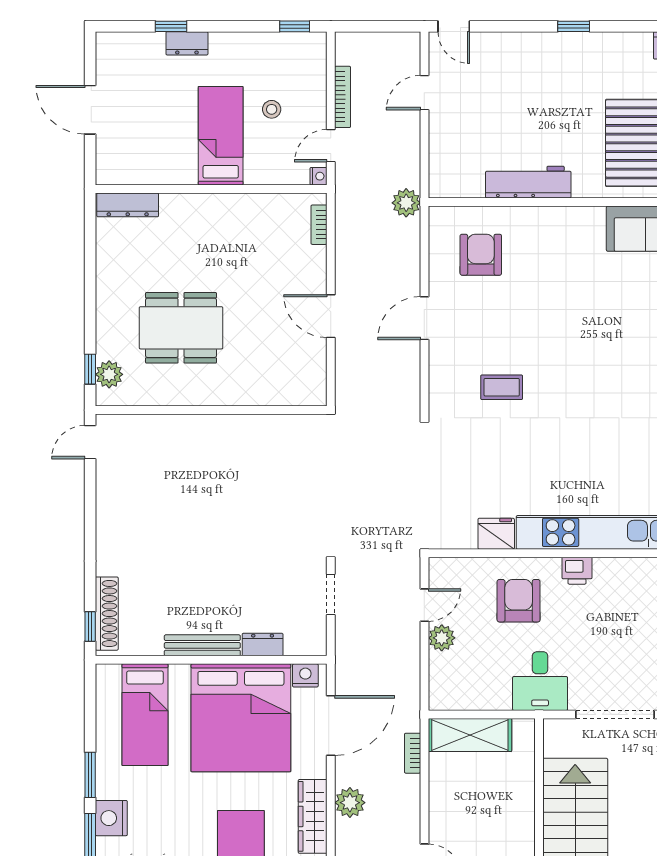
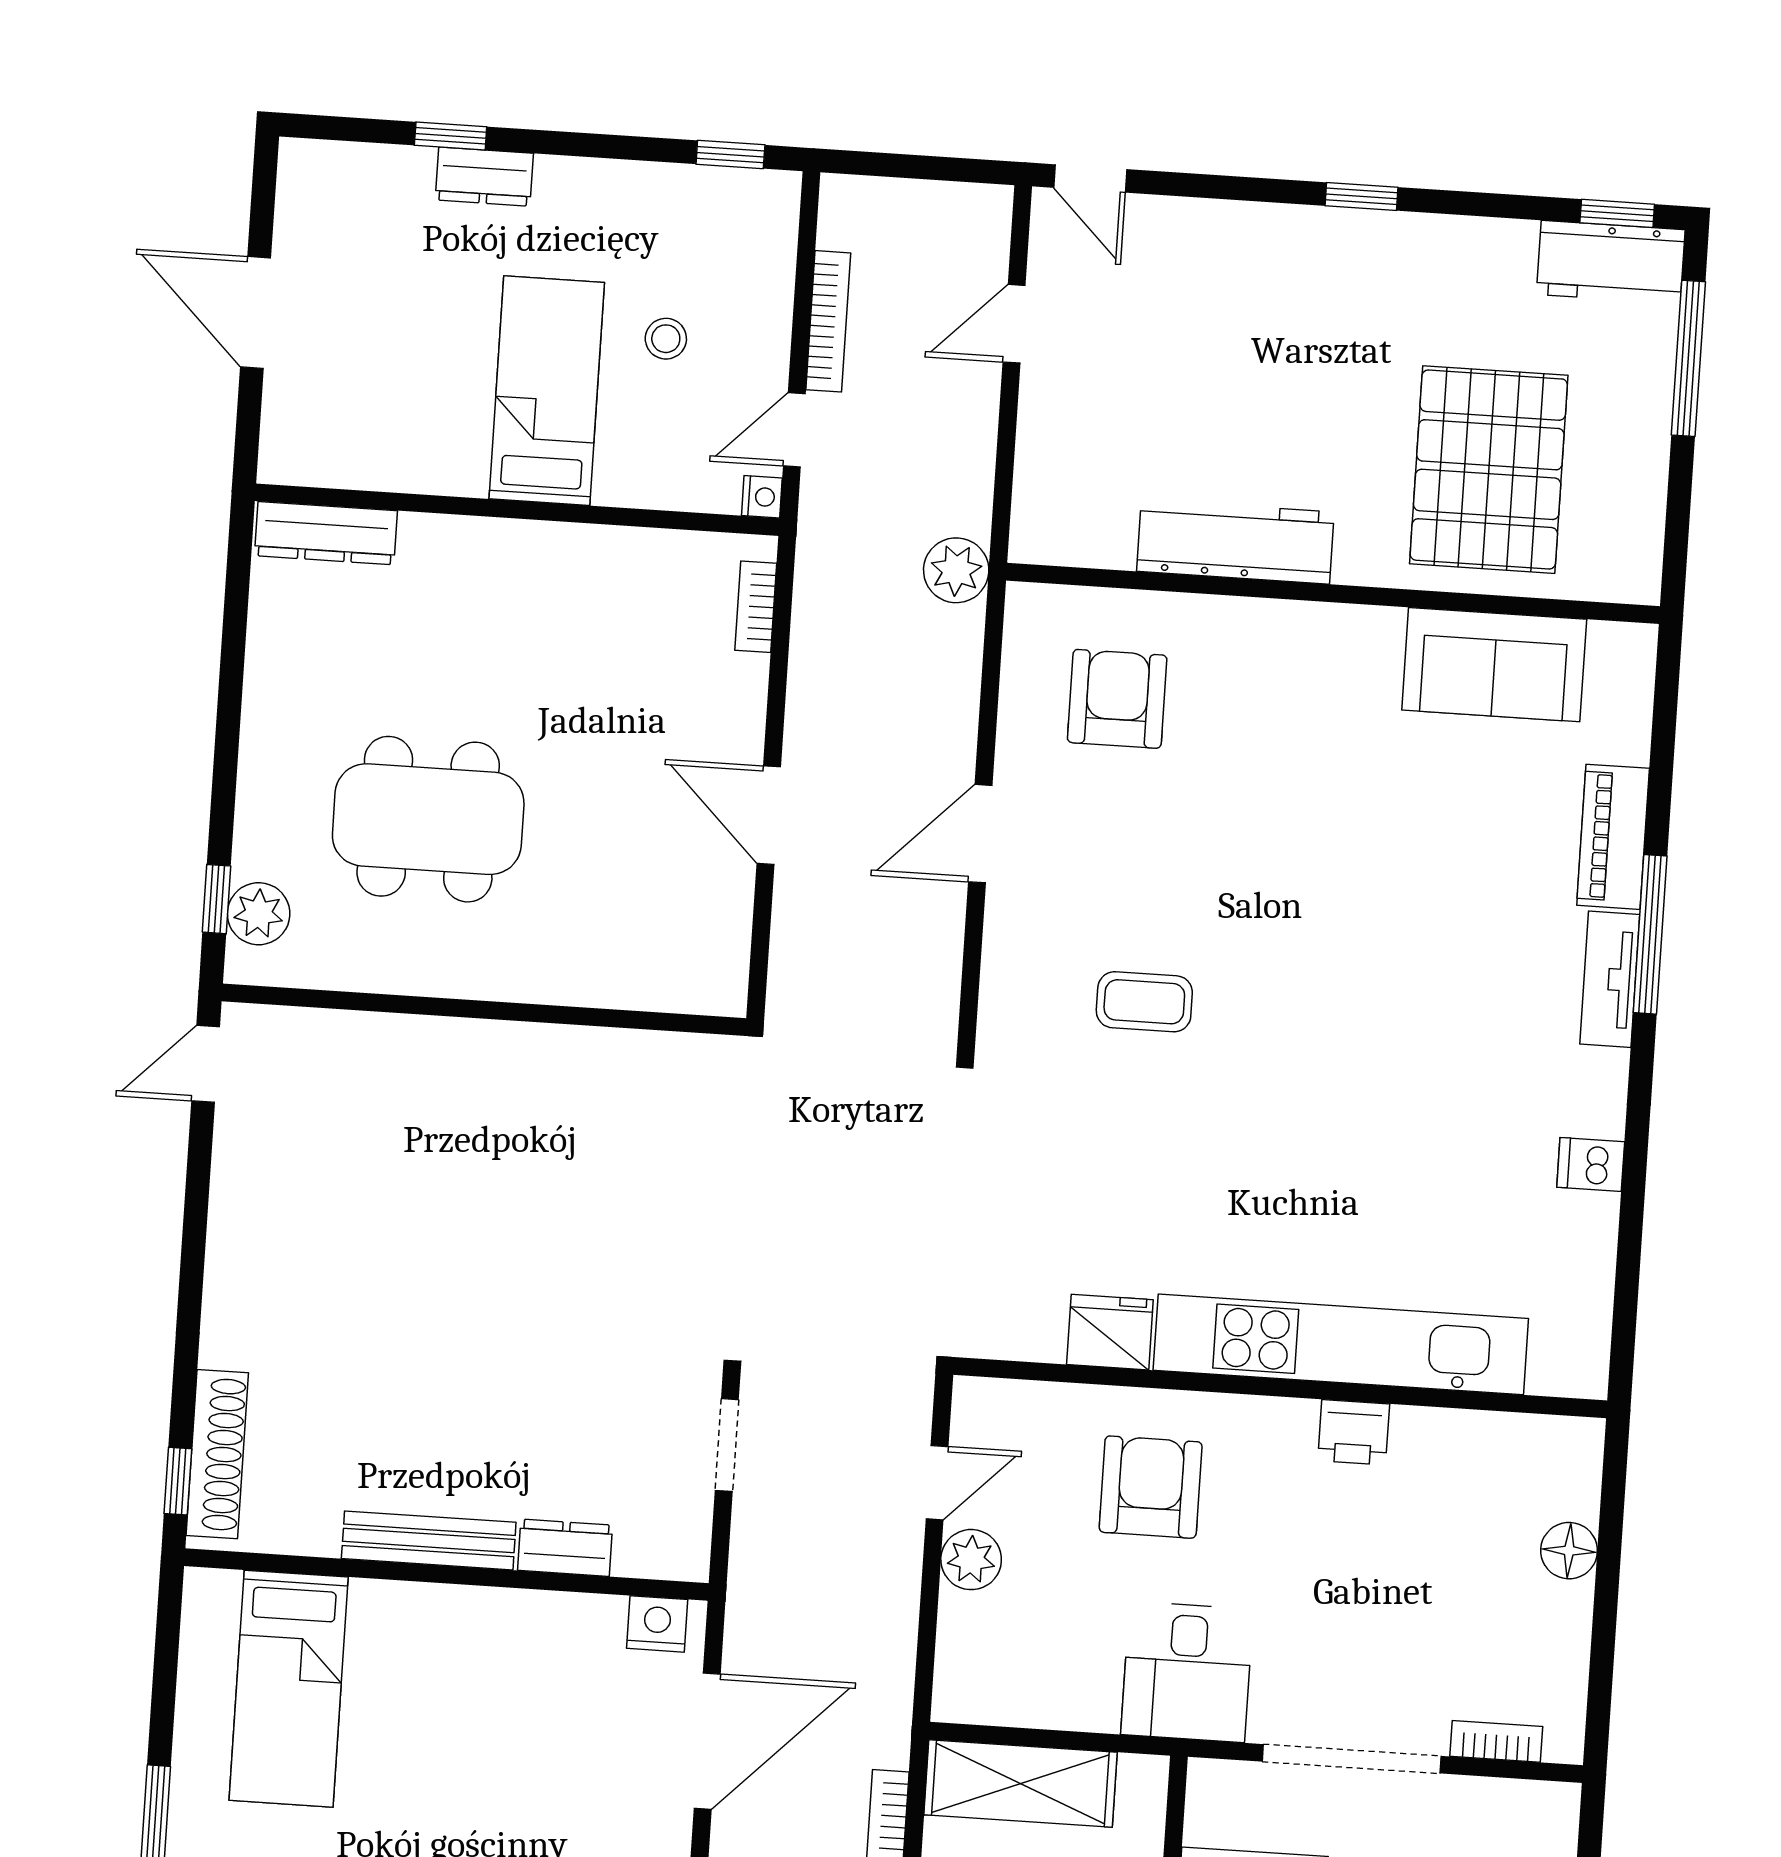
printer: (577, 571) -> (1354, 1432), moved
bed: (241, 718) -> (505, 1710), removed

